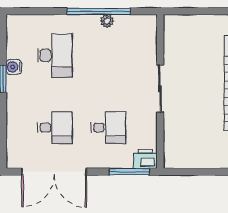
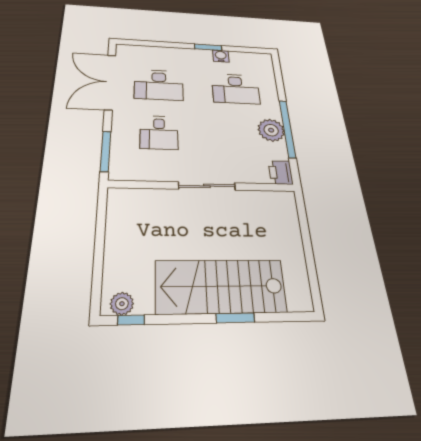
plant: (107, 21) -> (271, 130), width x1.88, depth x1.88
desk: (55, 128) -> (159, 85), width x1.37
printer: (145, 159) -> (281, 172), moved, turned 180

